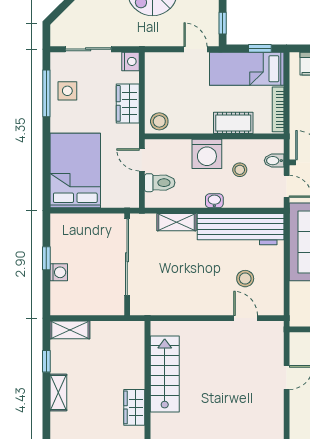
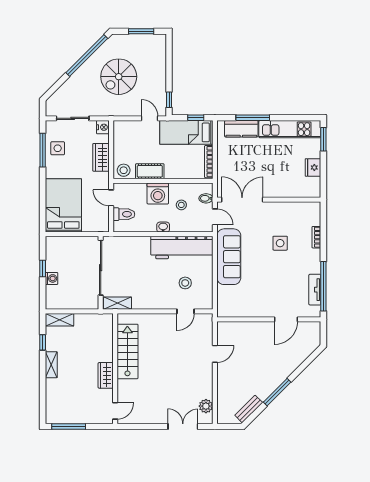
cot: (233, 123) -> (150, 171), moved
shelving: (177, 222) -> (117, 303), moved
door: (246, 318) -> (186, 311), swing flipped

